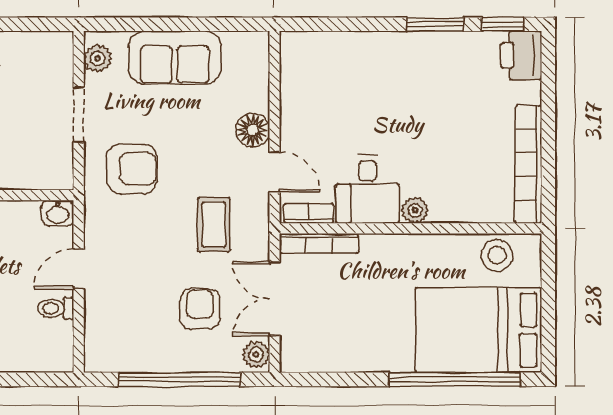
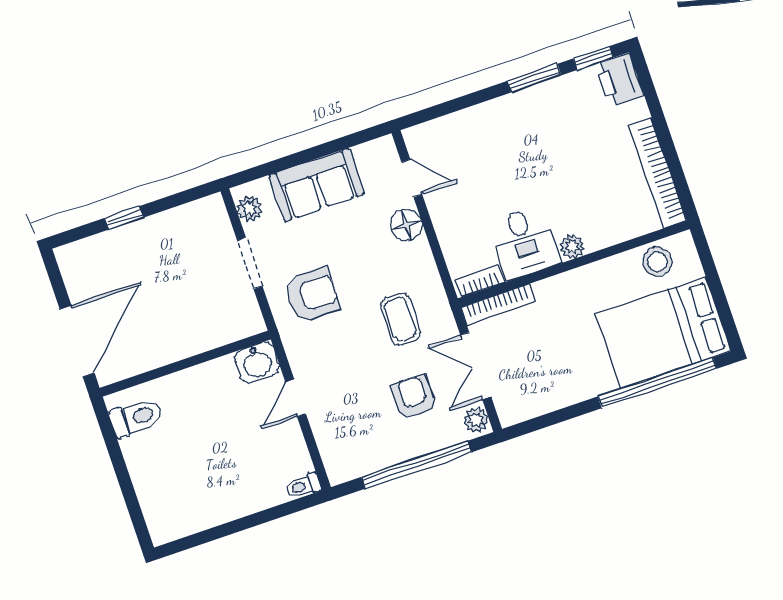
door: (274, 172) -> (412, 178), moved
washbasin: (58, 213) -> (257, 362), width x1.38, depth x1.45
toilet: (56, 308) -> (303, 486), moved

